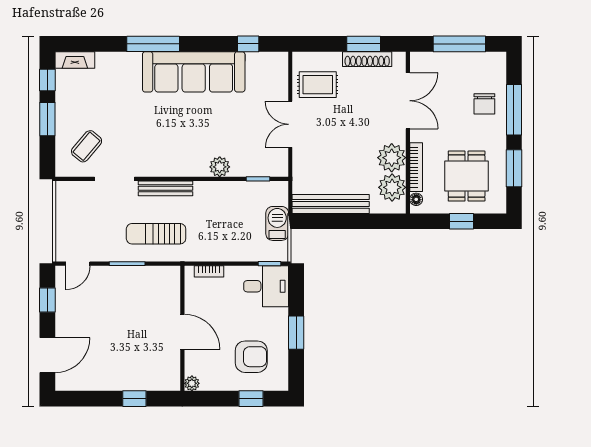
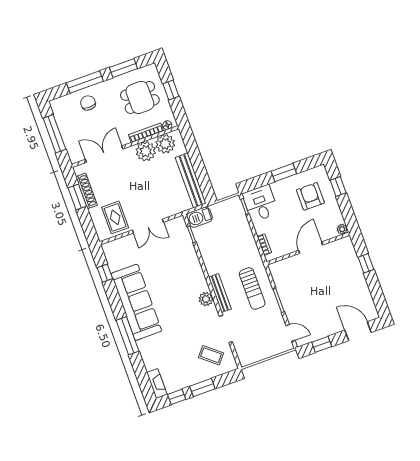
chair: (484, 104) -> (88, 103), turned -90
plant: (220, 167) -> (206, 299), moved
barbecue: (277, 223) -> (200, 217), moved

